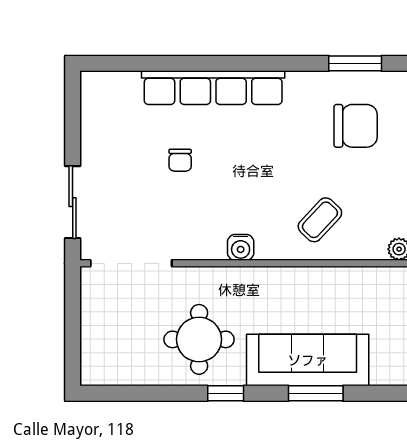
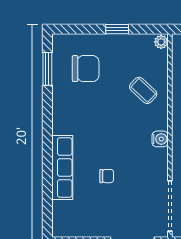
row of seats: (213, 88) -> (62, 168), width x0.73
chair: (356, 126) -> (86, 69), turned 90

